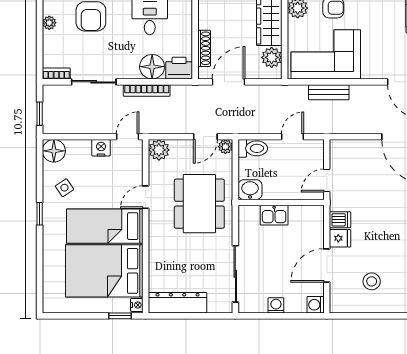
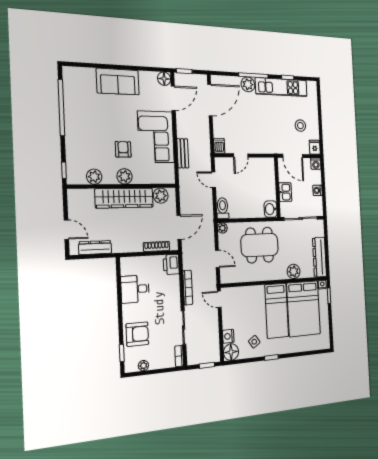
corner sofa: (326, 54) -> (156, 137), moved
floor lamp: (152, 67) -> (171, 285), removed
door: (228, 82) -> (179, 227), swing flipped
door: (205, 137) -> (217, 259), moved
nightstand: (101, 148) -> (228, 336), moved
plant: (159, 150) -> (294, 271), moved
door: (327, 181) -> (241, 155), hinge flipped
washbasin: (250, 190) -> (271, 209), moved
door: (146, 197) -> (257, 283), removed
wall: (281, 202) -> (277, 187), moved
kitchen sink: (274, 215) -> (285, 192), moved
dishwasher: (340, 220) -> (219, 146), moved
fridge: (340, 238) -> (315, 147), moved

